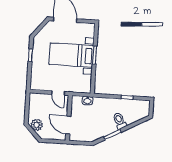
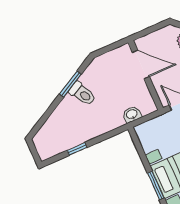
toilet: (120, 121) -> (82, 94), moved

